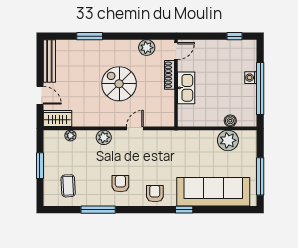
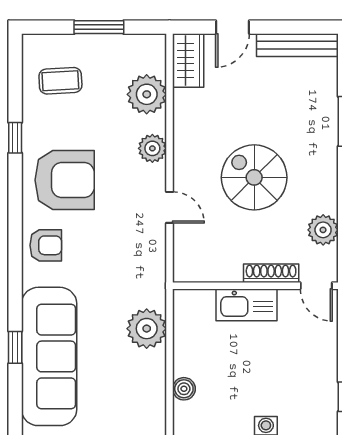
spiral stairs: (119, 84) -> (254, 177), turned -90
plant: (70, 136) -> (147, 94), width x1.88, depth x1.88
plant: (228, 140) -> (147, 329), moved
armchair: (120, 184) -> (65, 180), width x1.88, depth x1.88
window: (98, 210) -> (15, 138), width x0.46
window: (184, 210) -> (15, 347), moved

